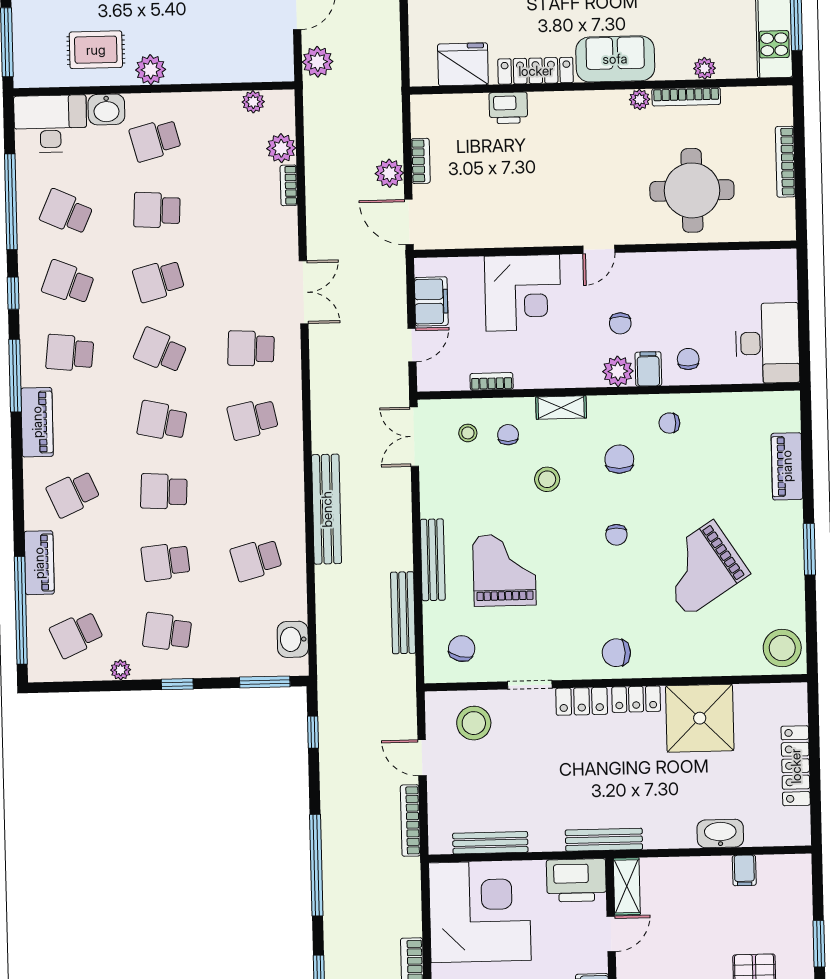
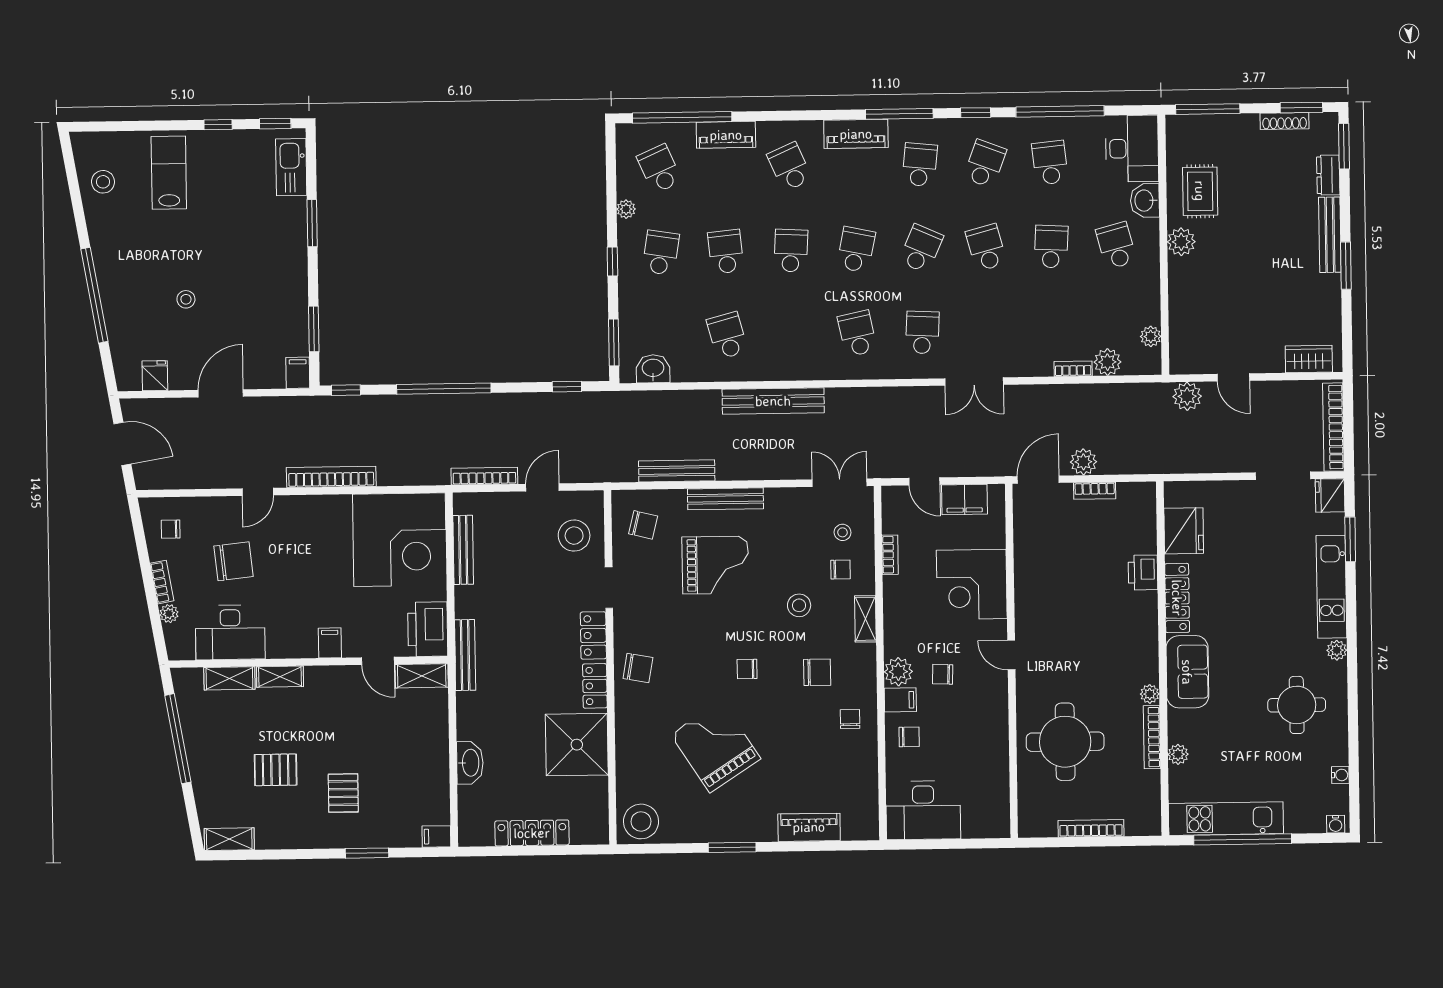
school desk: (66, 212) -> (1050, 163), turned -30
chair: (616, 653) -> (638, 668), turned 100
filing cabinet: (744, 870) -> (436, 836), moved

